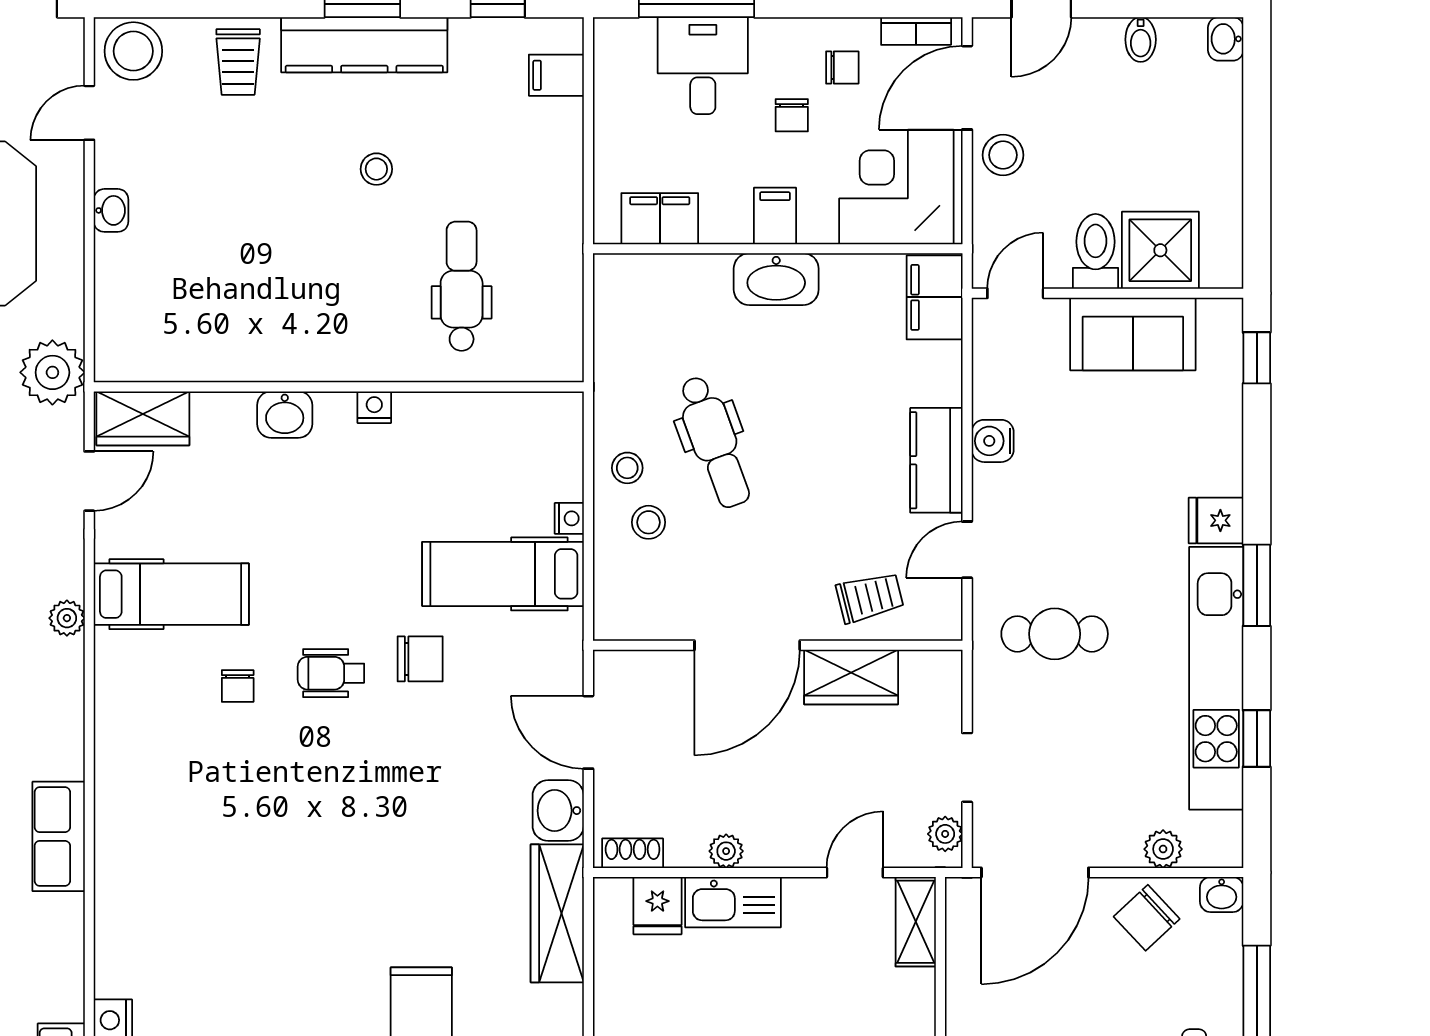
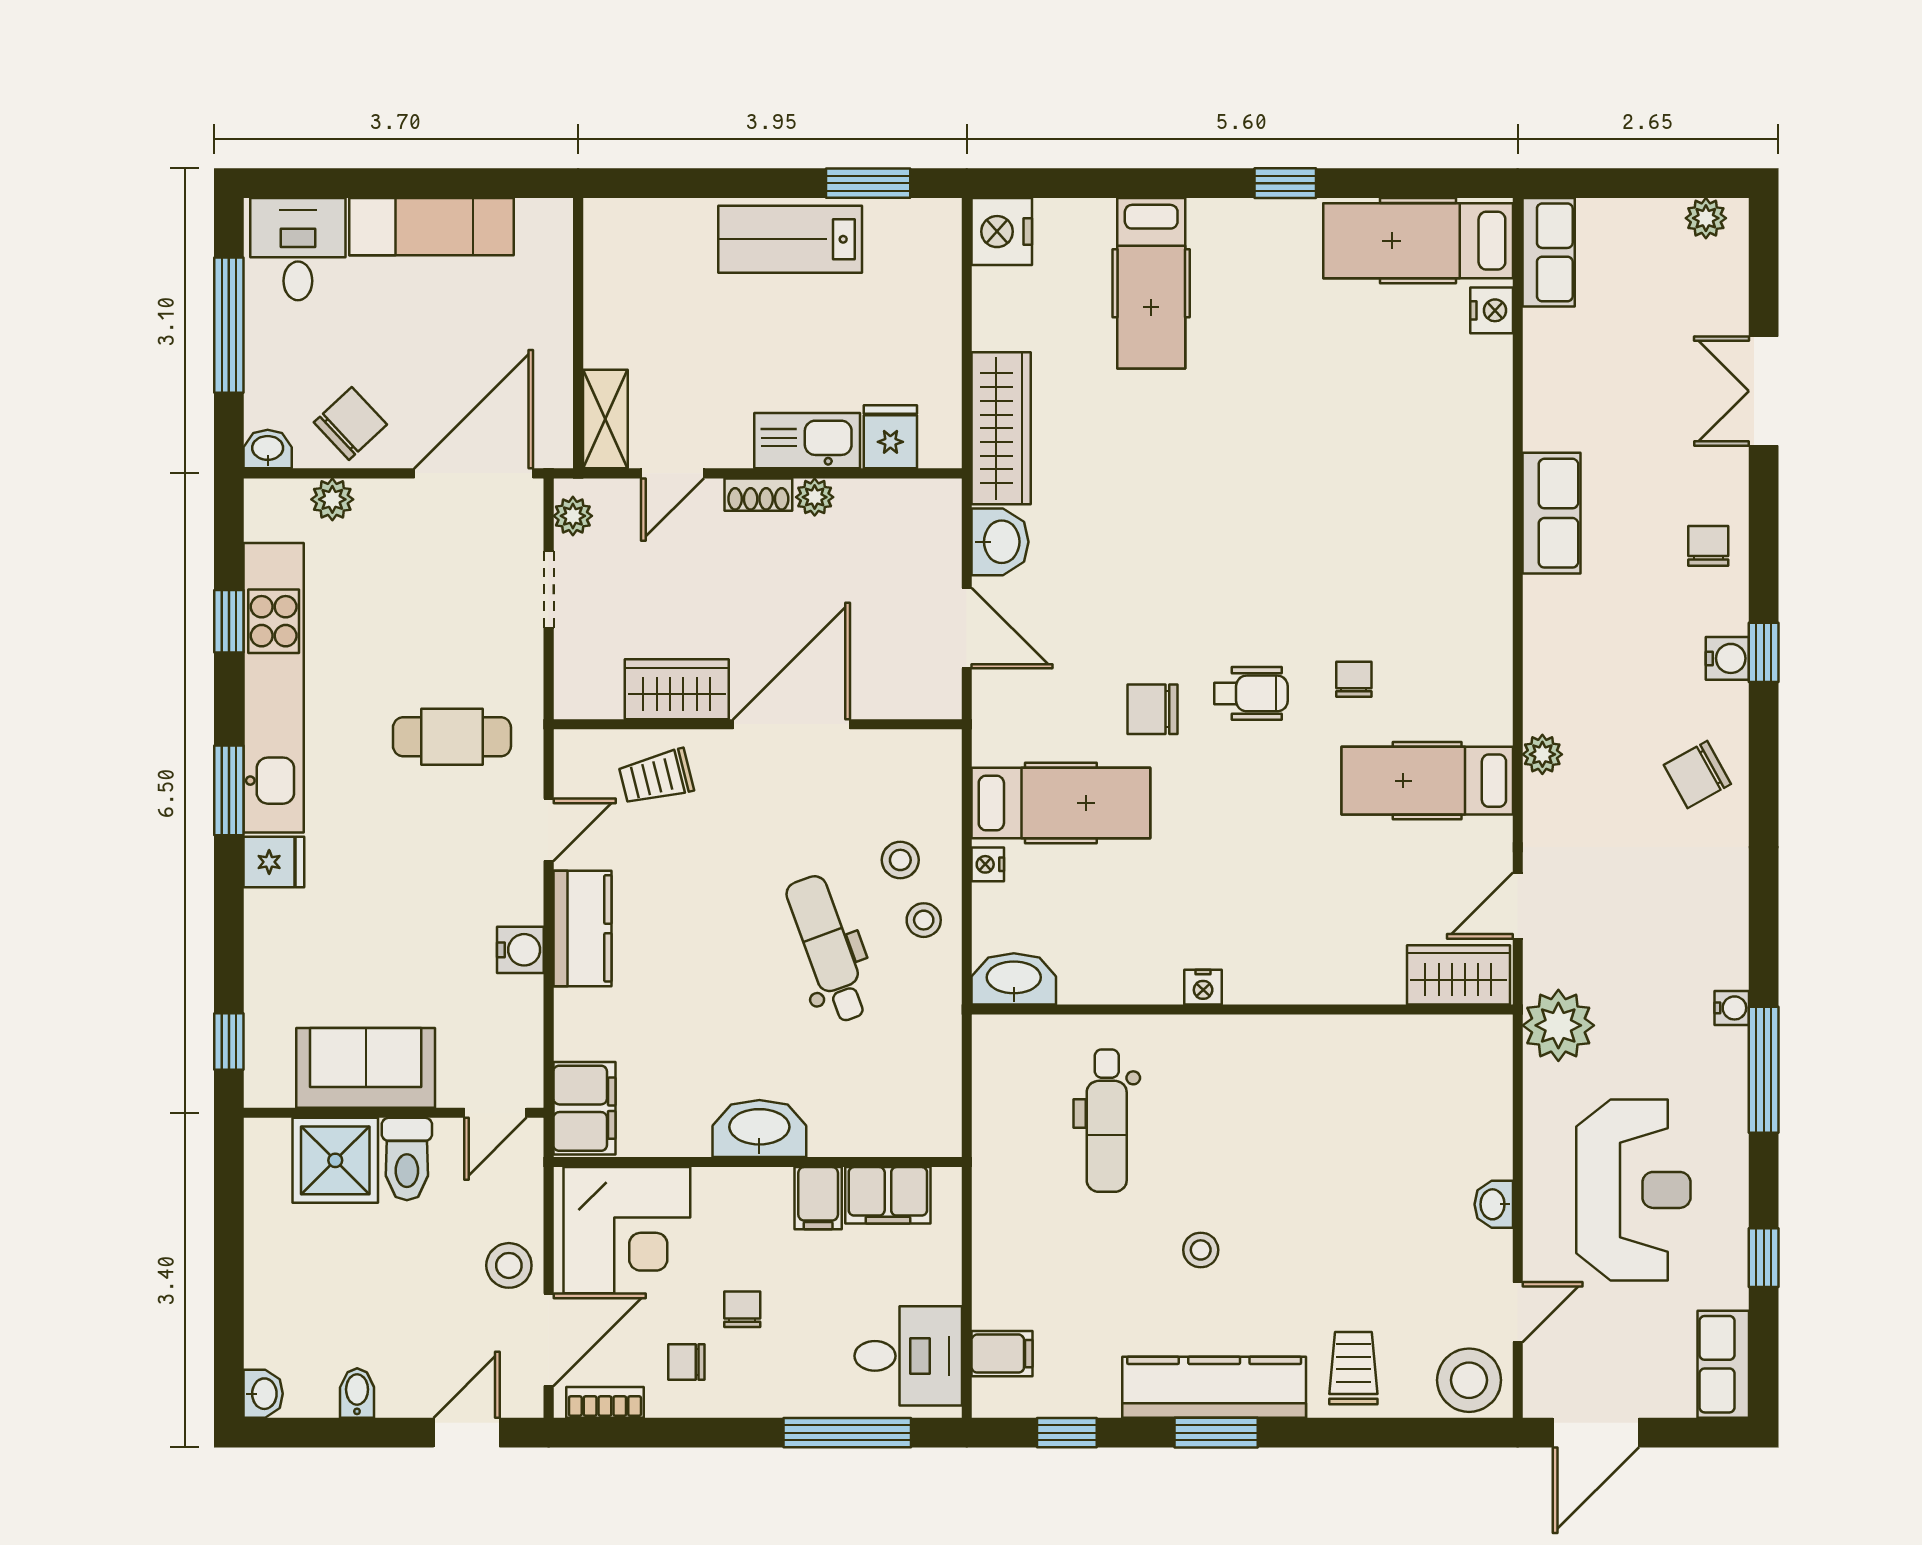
desk: (703, 66) -> (908, 1356), moved, turned -90
filing cabinet: (775, 216) -> (818, 1198), moved
washbasin: (285, 415) -> (1014, 979), moved, width x1.38
shoe rack: (633, 853) -> (758, 495), moved

